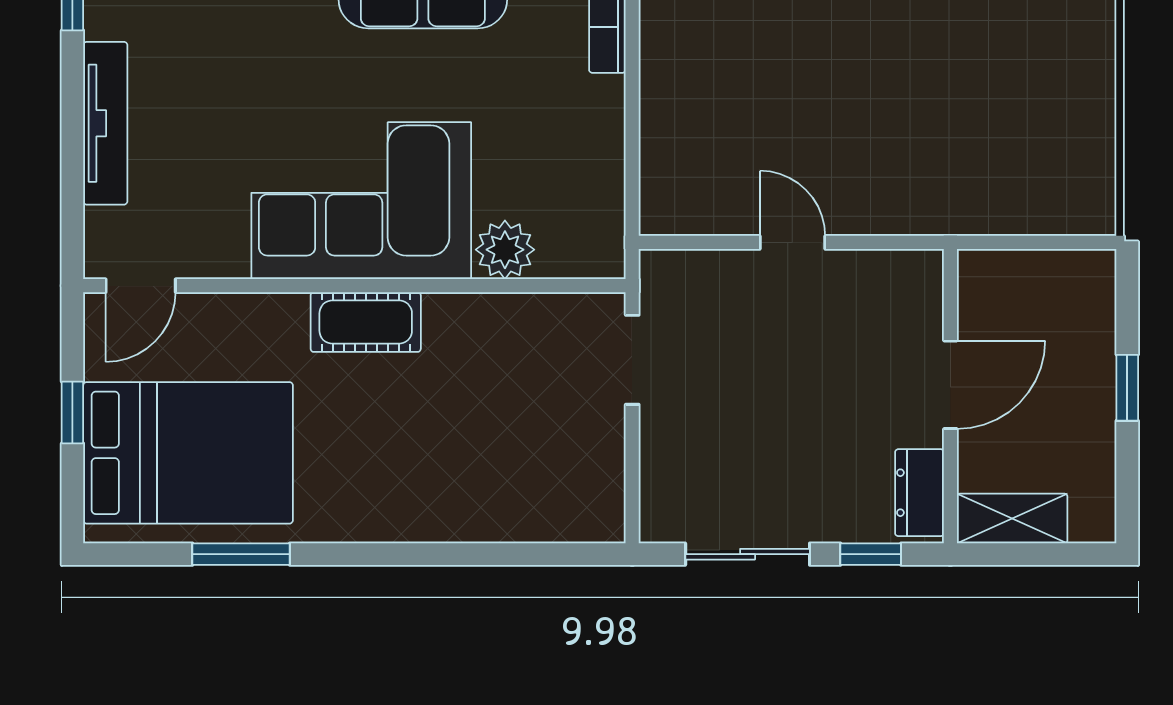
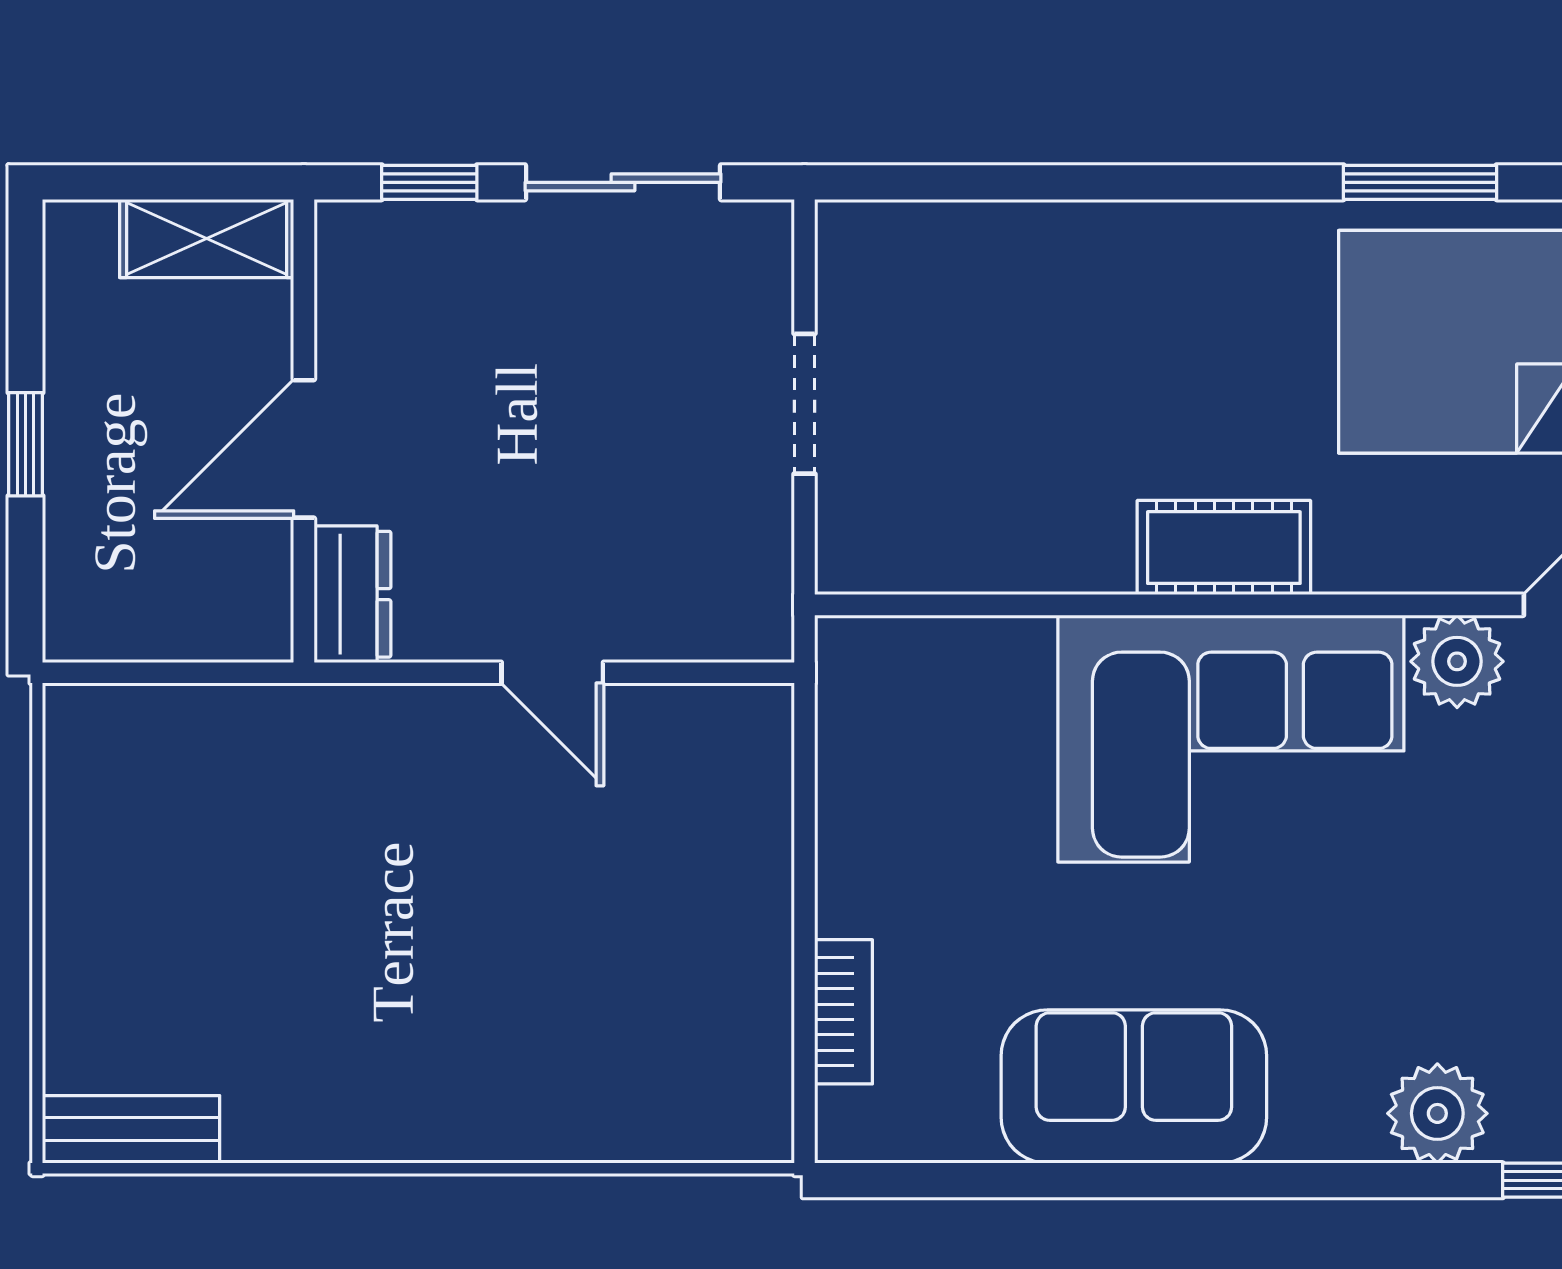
plant: (505, 250) -> (1457, 661), moved
doorway: (632, 360) -> (804, 404), moved
dresser: (919, 493) -> (352, 594), moved

